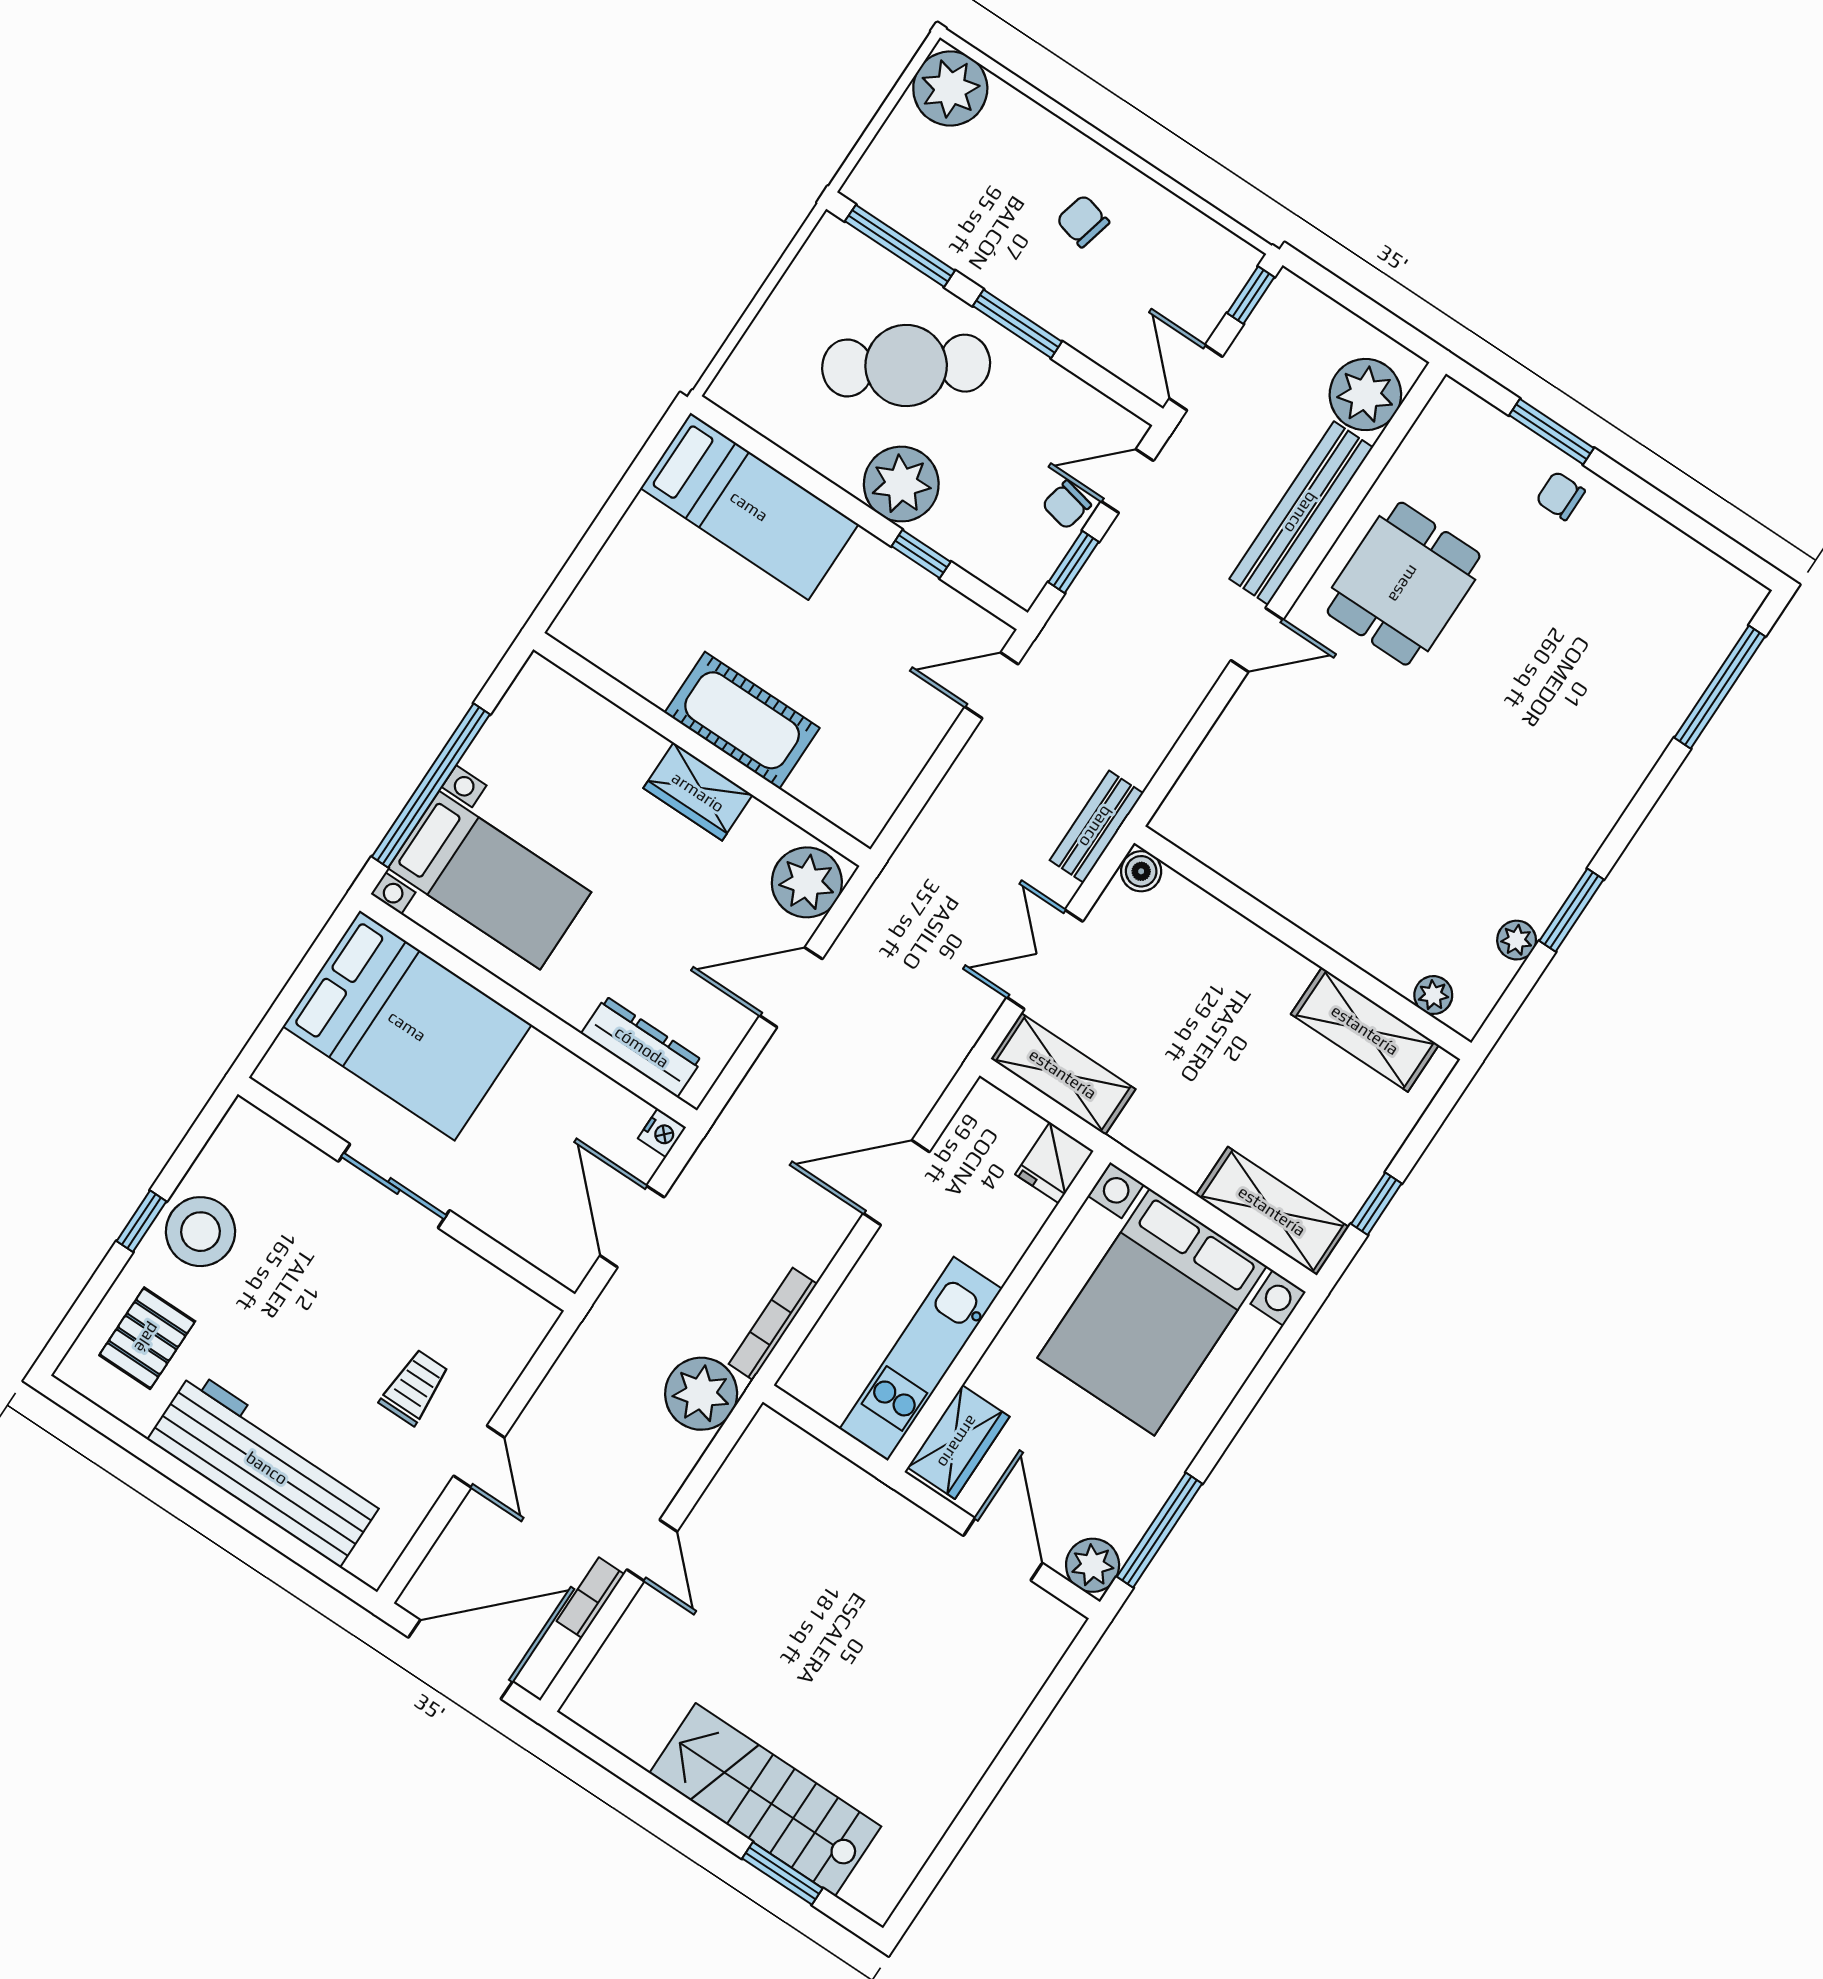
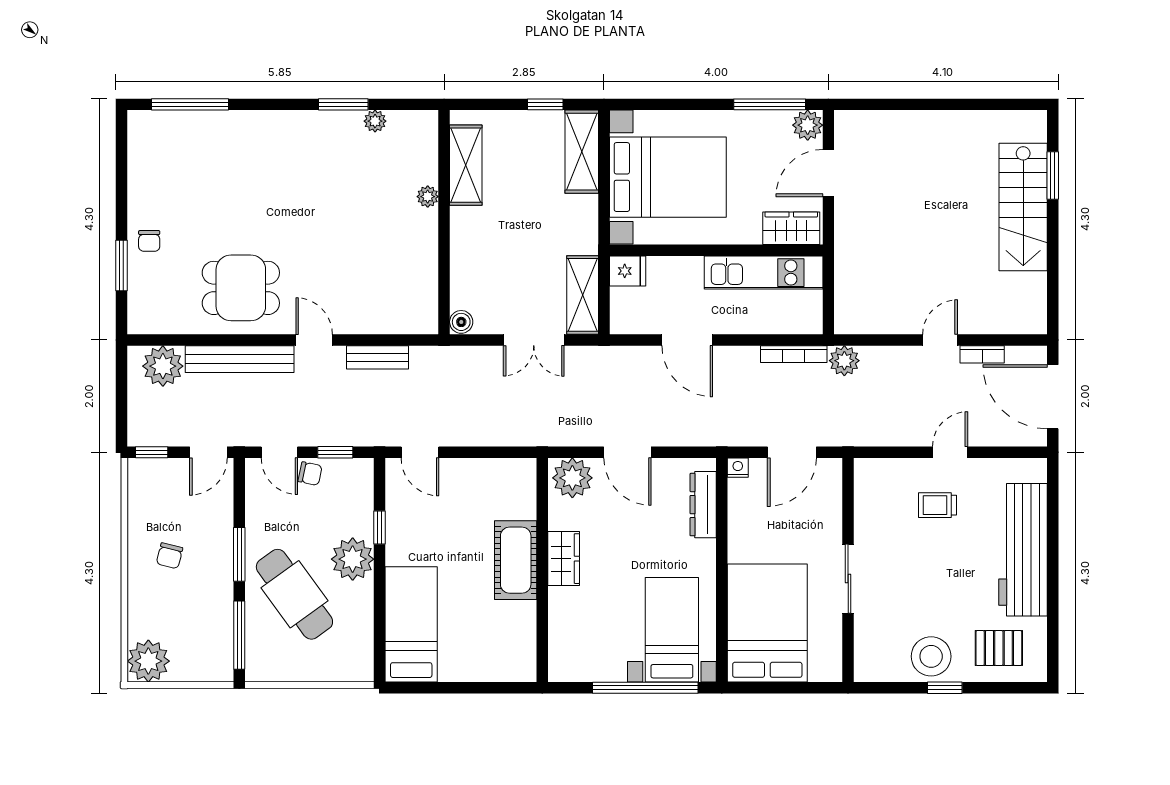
bench: (1096, 827) -> (378, 357), moved
plant: (1433, 995) -> (428, 197), moved
plant: (701, 1394) -> (844, 361), width x0.73, depth x0.73

